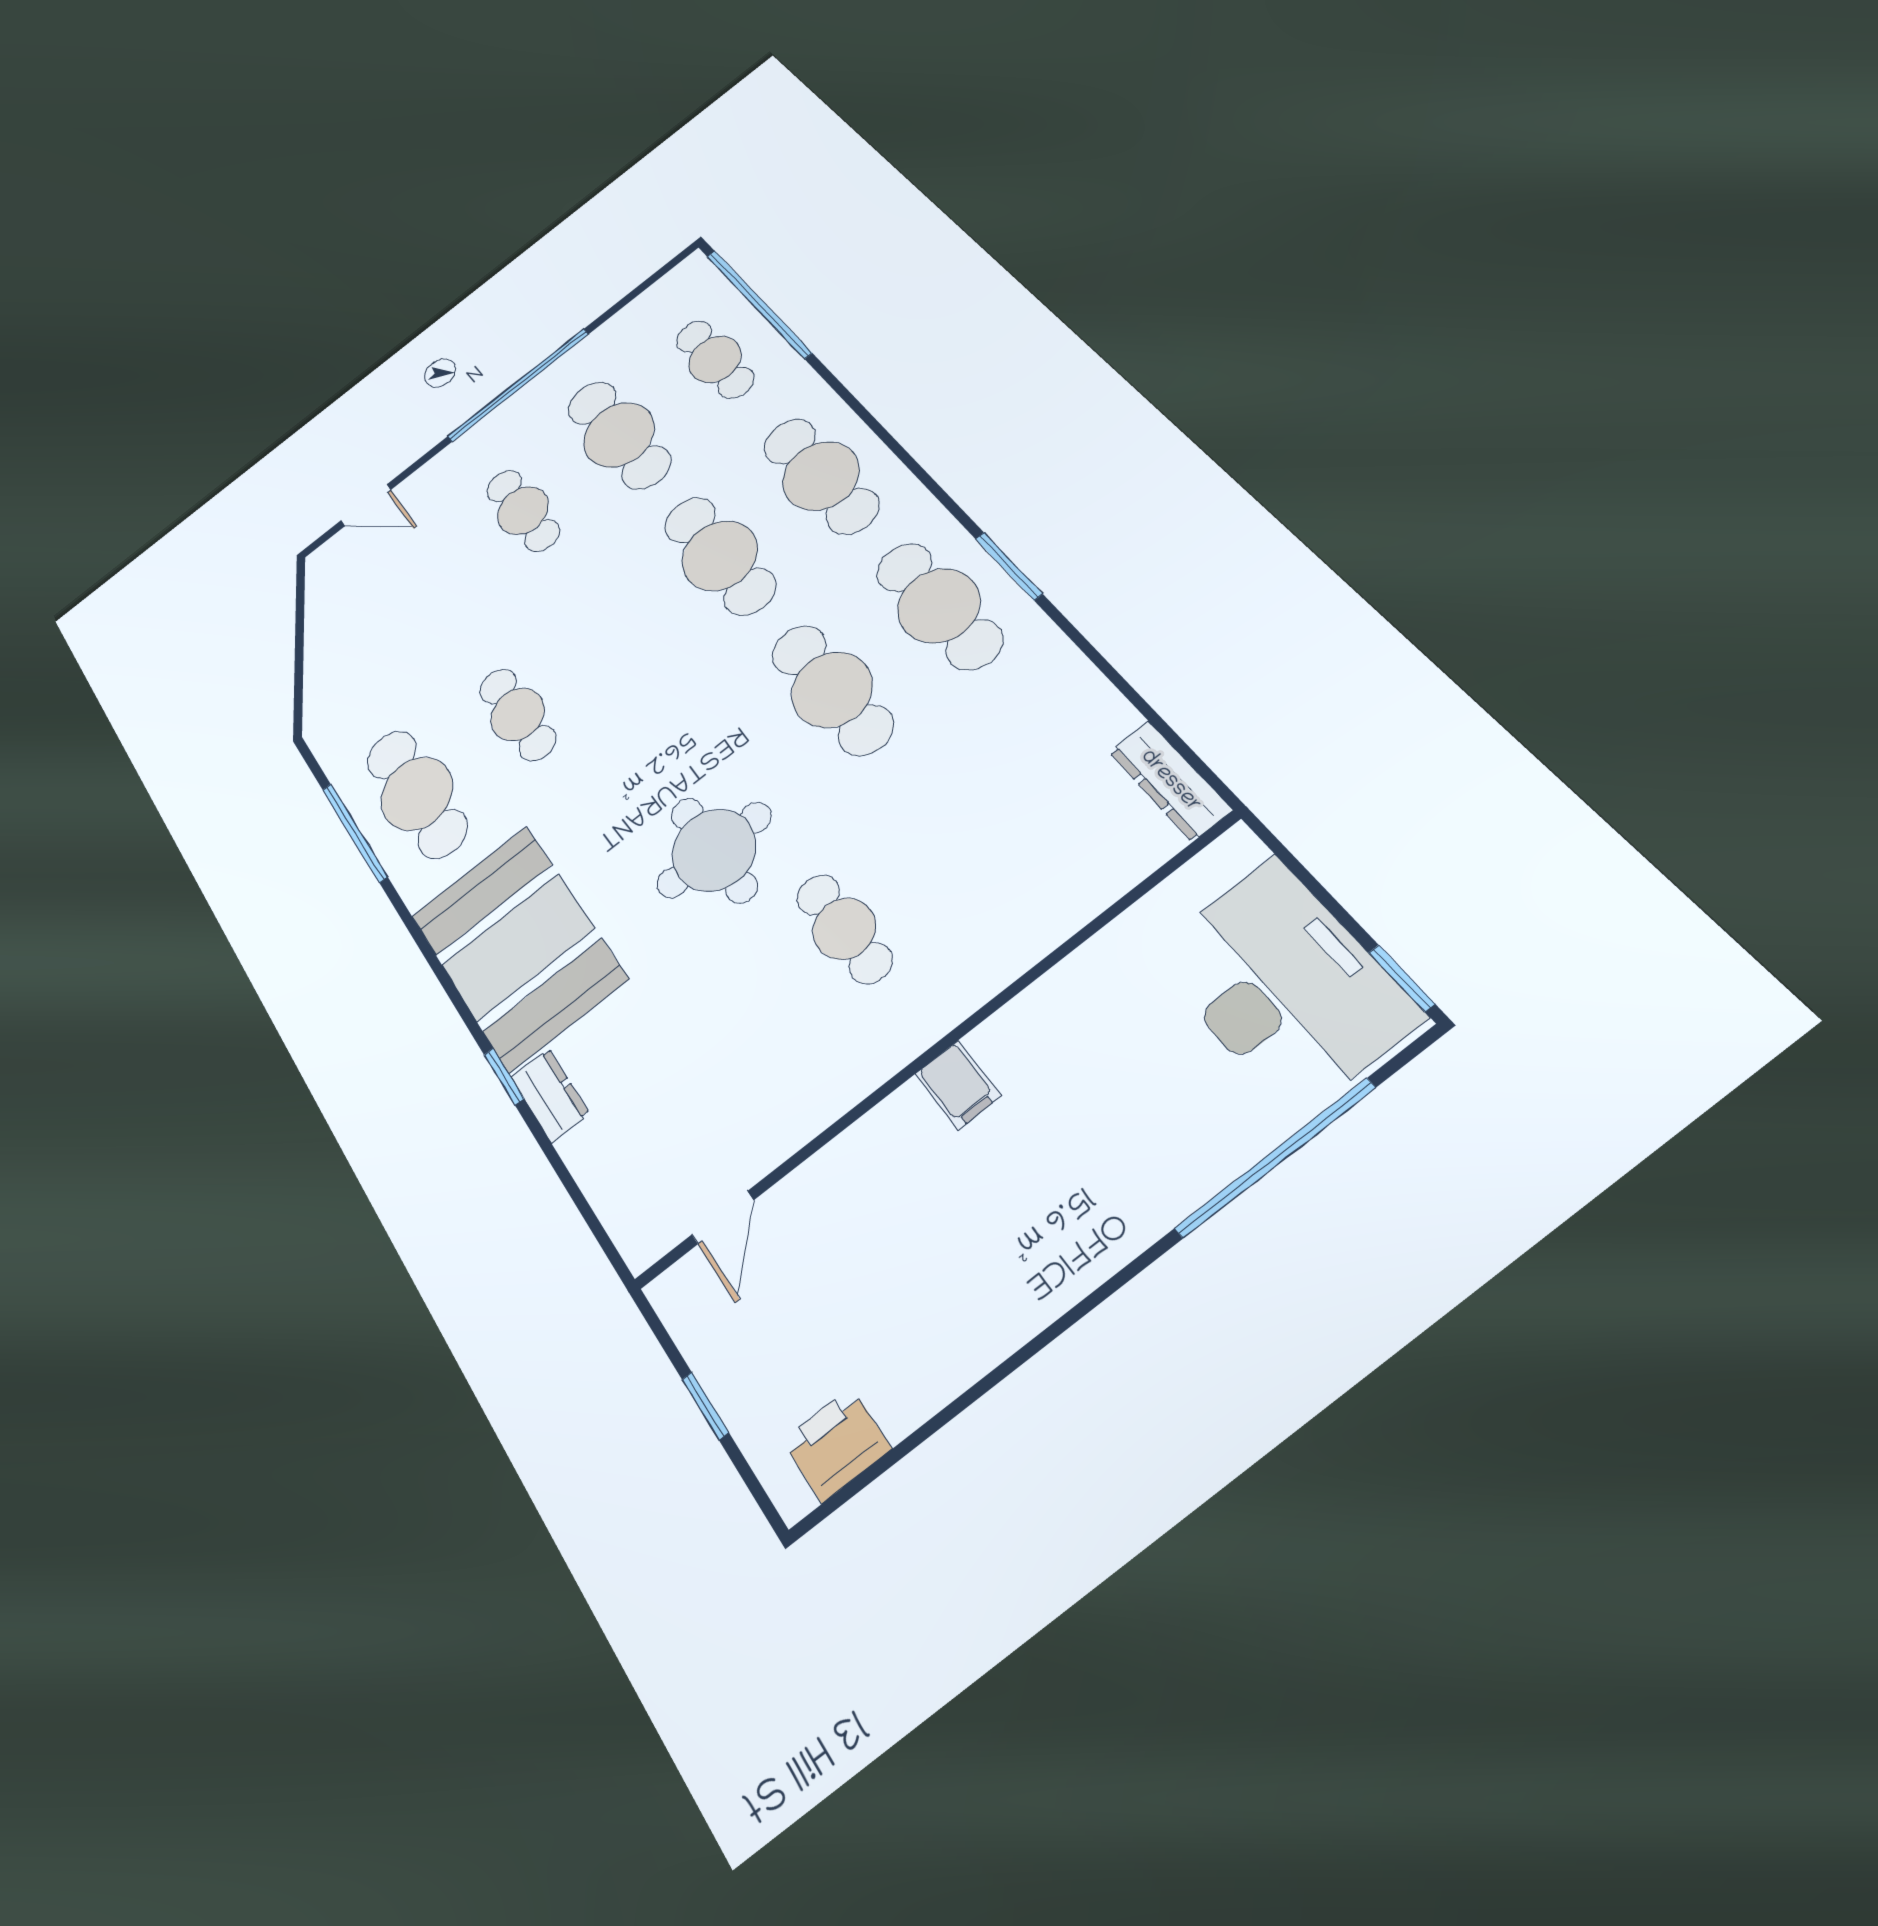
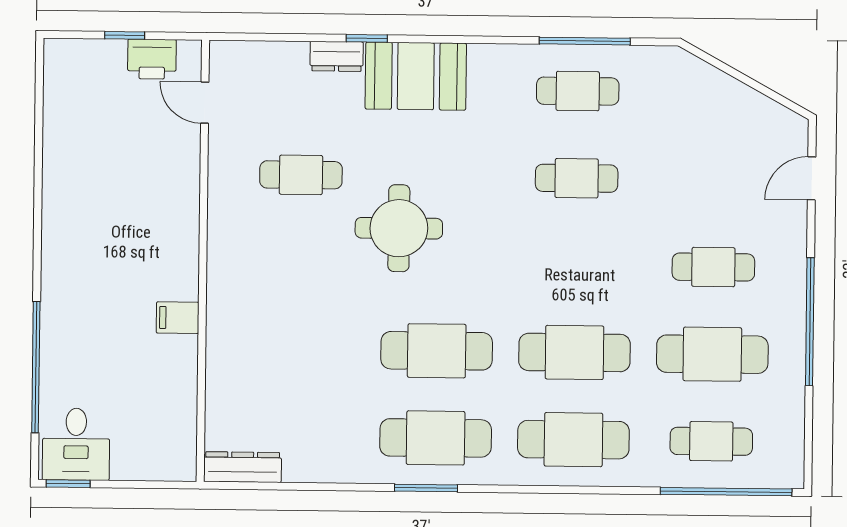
cafe table: (417, 794) -> (578, 91), width x0.73, depth x0.74
cafe table: (844, 929) -> (301, 175), moved
booth: (518, 947) -> (416, 76), width x0.73, depth x0.70
desk: (1284, 986) -> (76, 444), width x0.53, depth x0.77
filing cabinet: (958, 1085) -> (178, 318), moved
printer: (837, 1445) -> (152, 59), moved, turned 90

